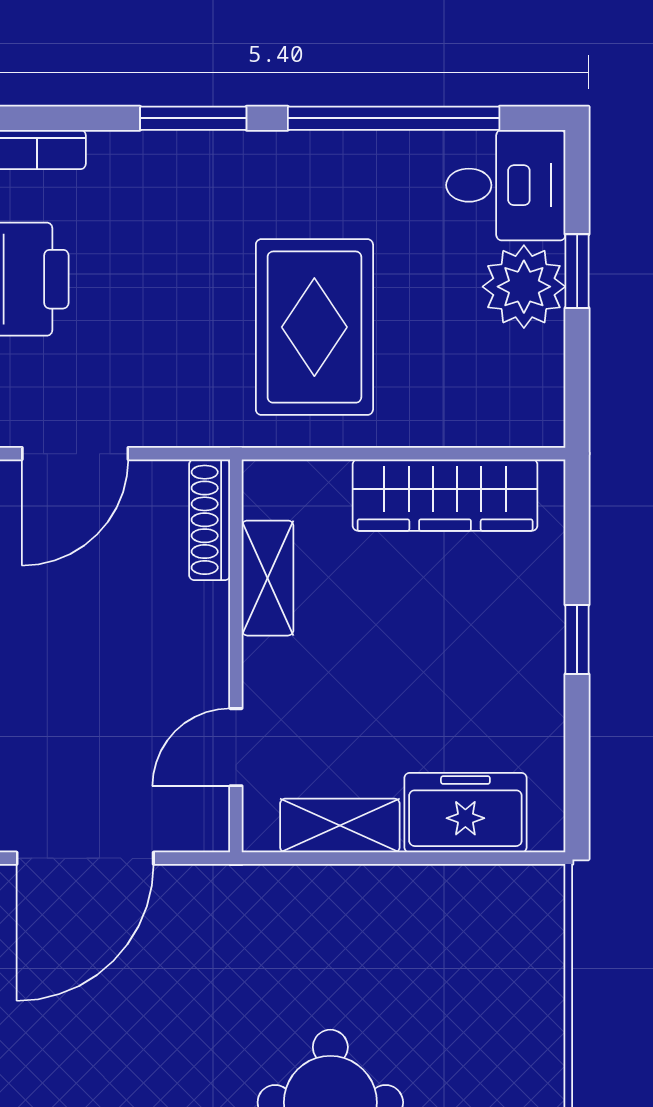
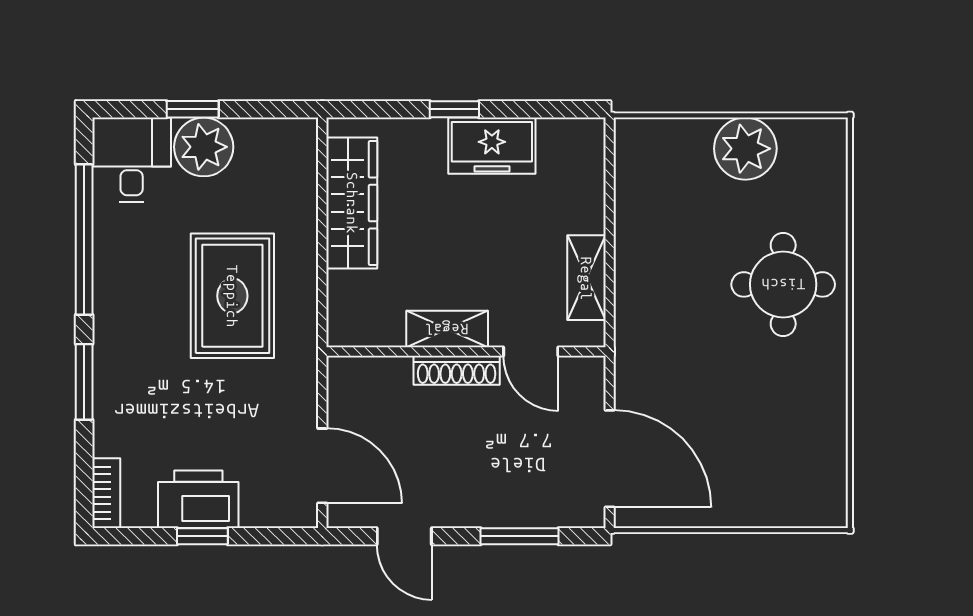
rug: (314, 327) -> (232, 296), turned 90
shoe rack: (210, 520) -> (457, 370), moved
shelving: (268, 578) -> (447, 329), moved
freezer: (465, 813) -> (492, 146), moved, turned -90
plant: (522, 1049) -> (745, 149), added

